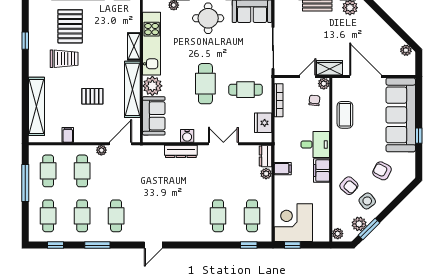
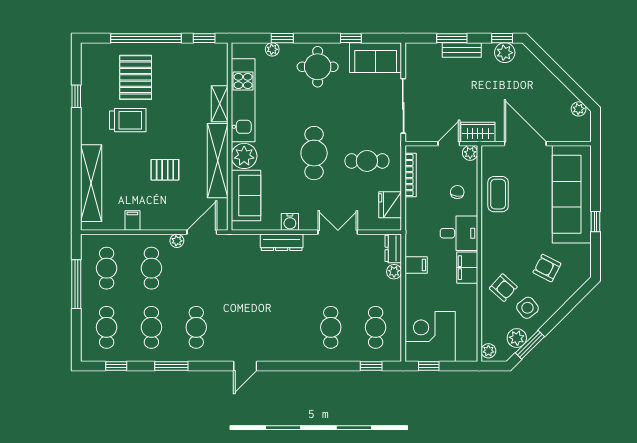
chair: (314, 100) -> (457, 192), moved

